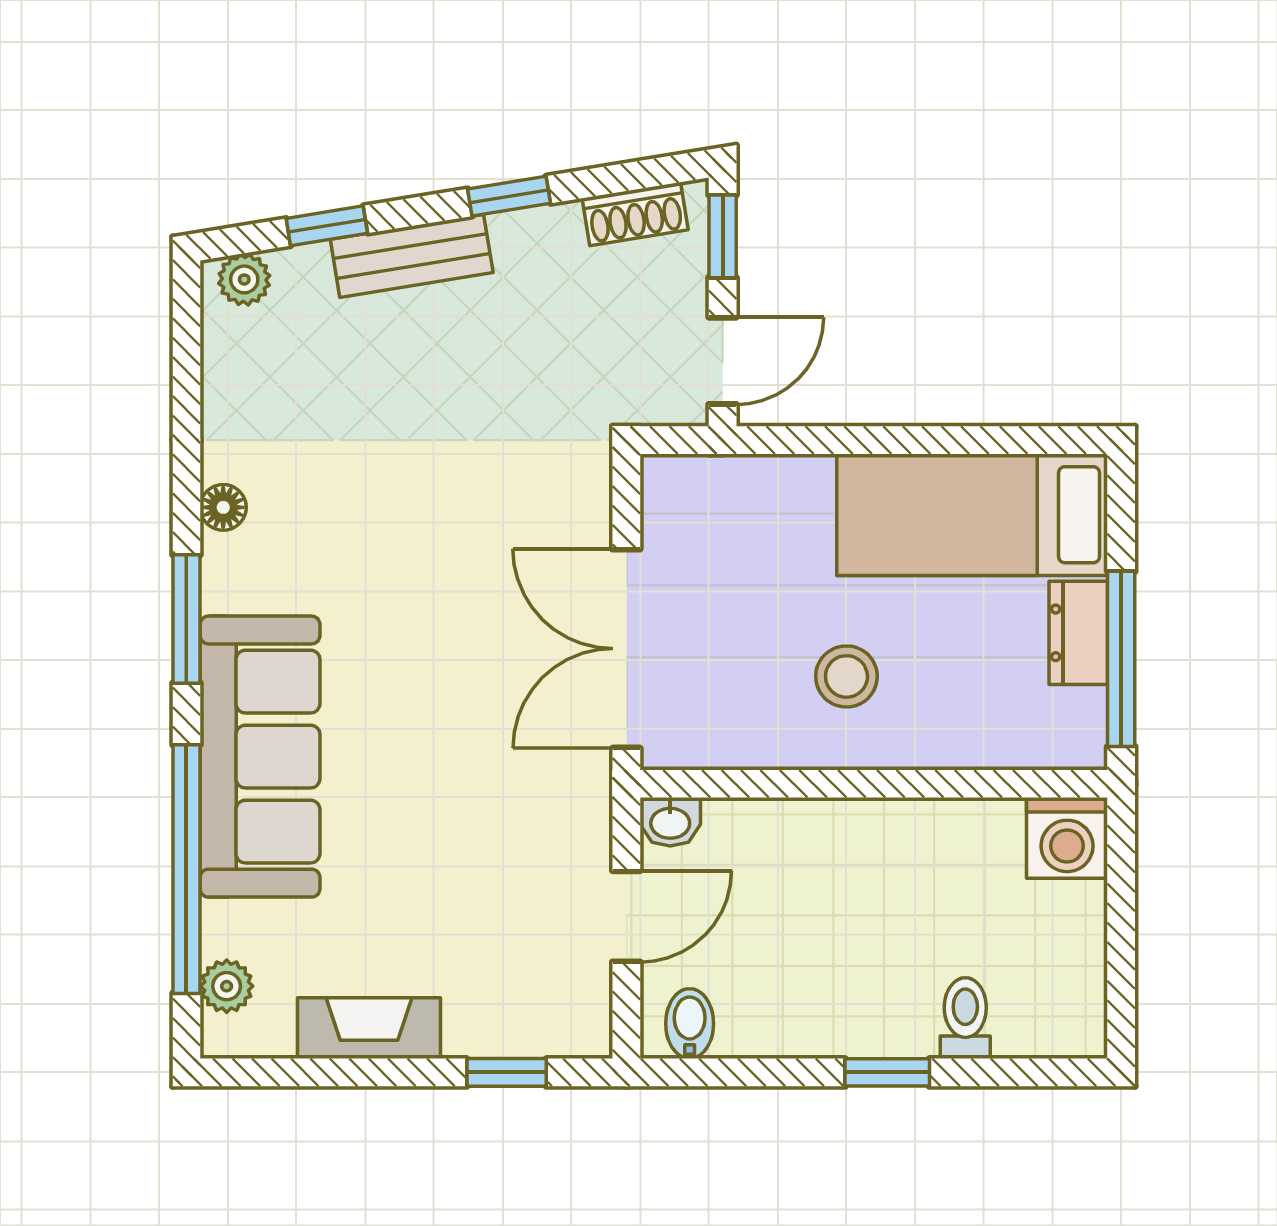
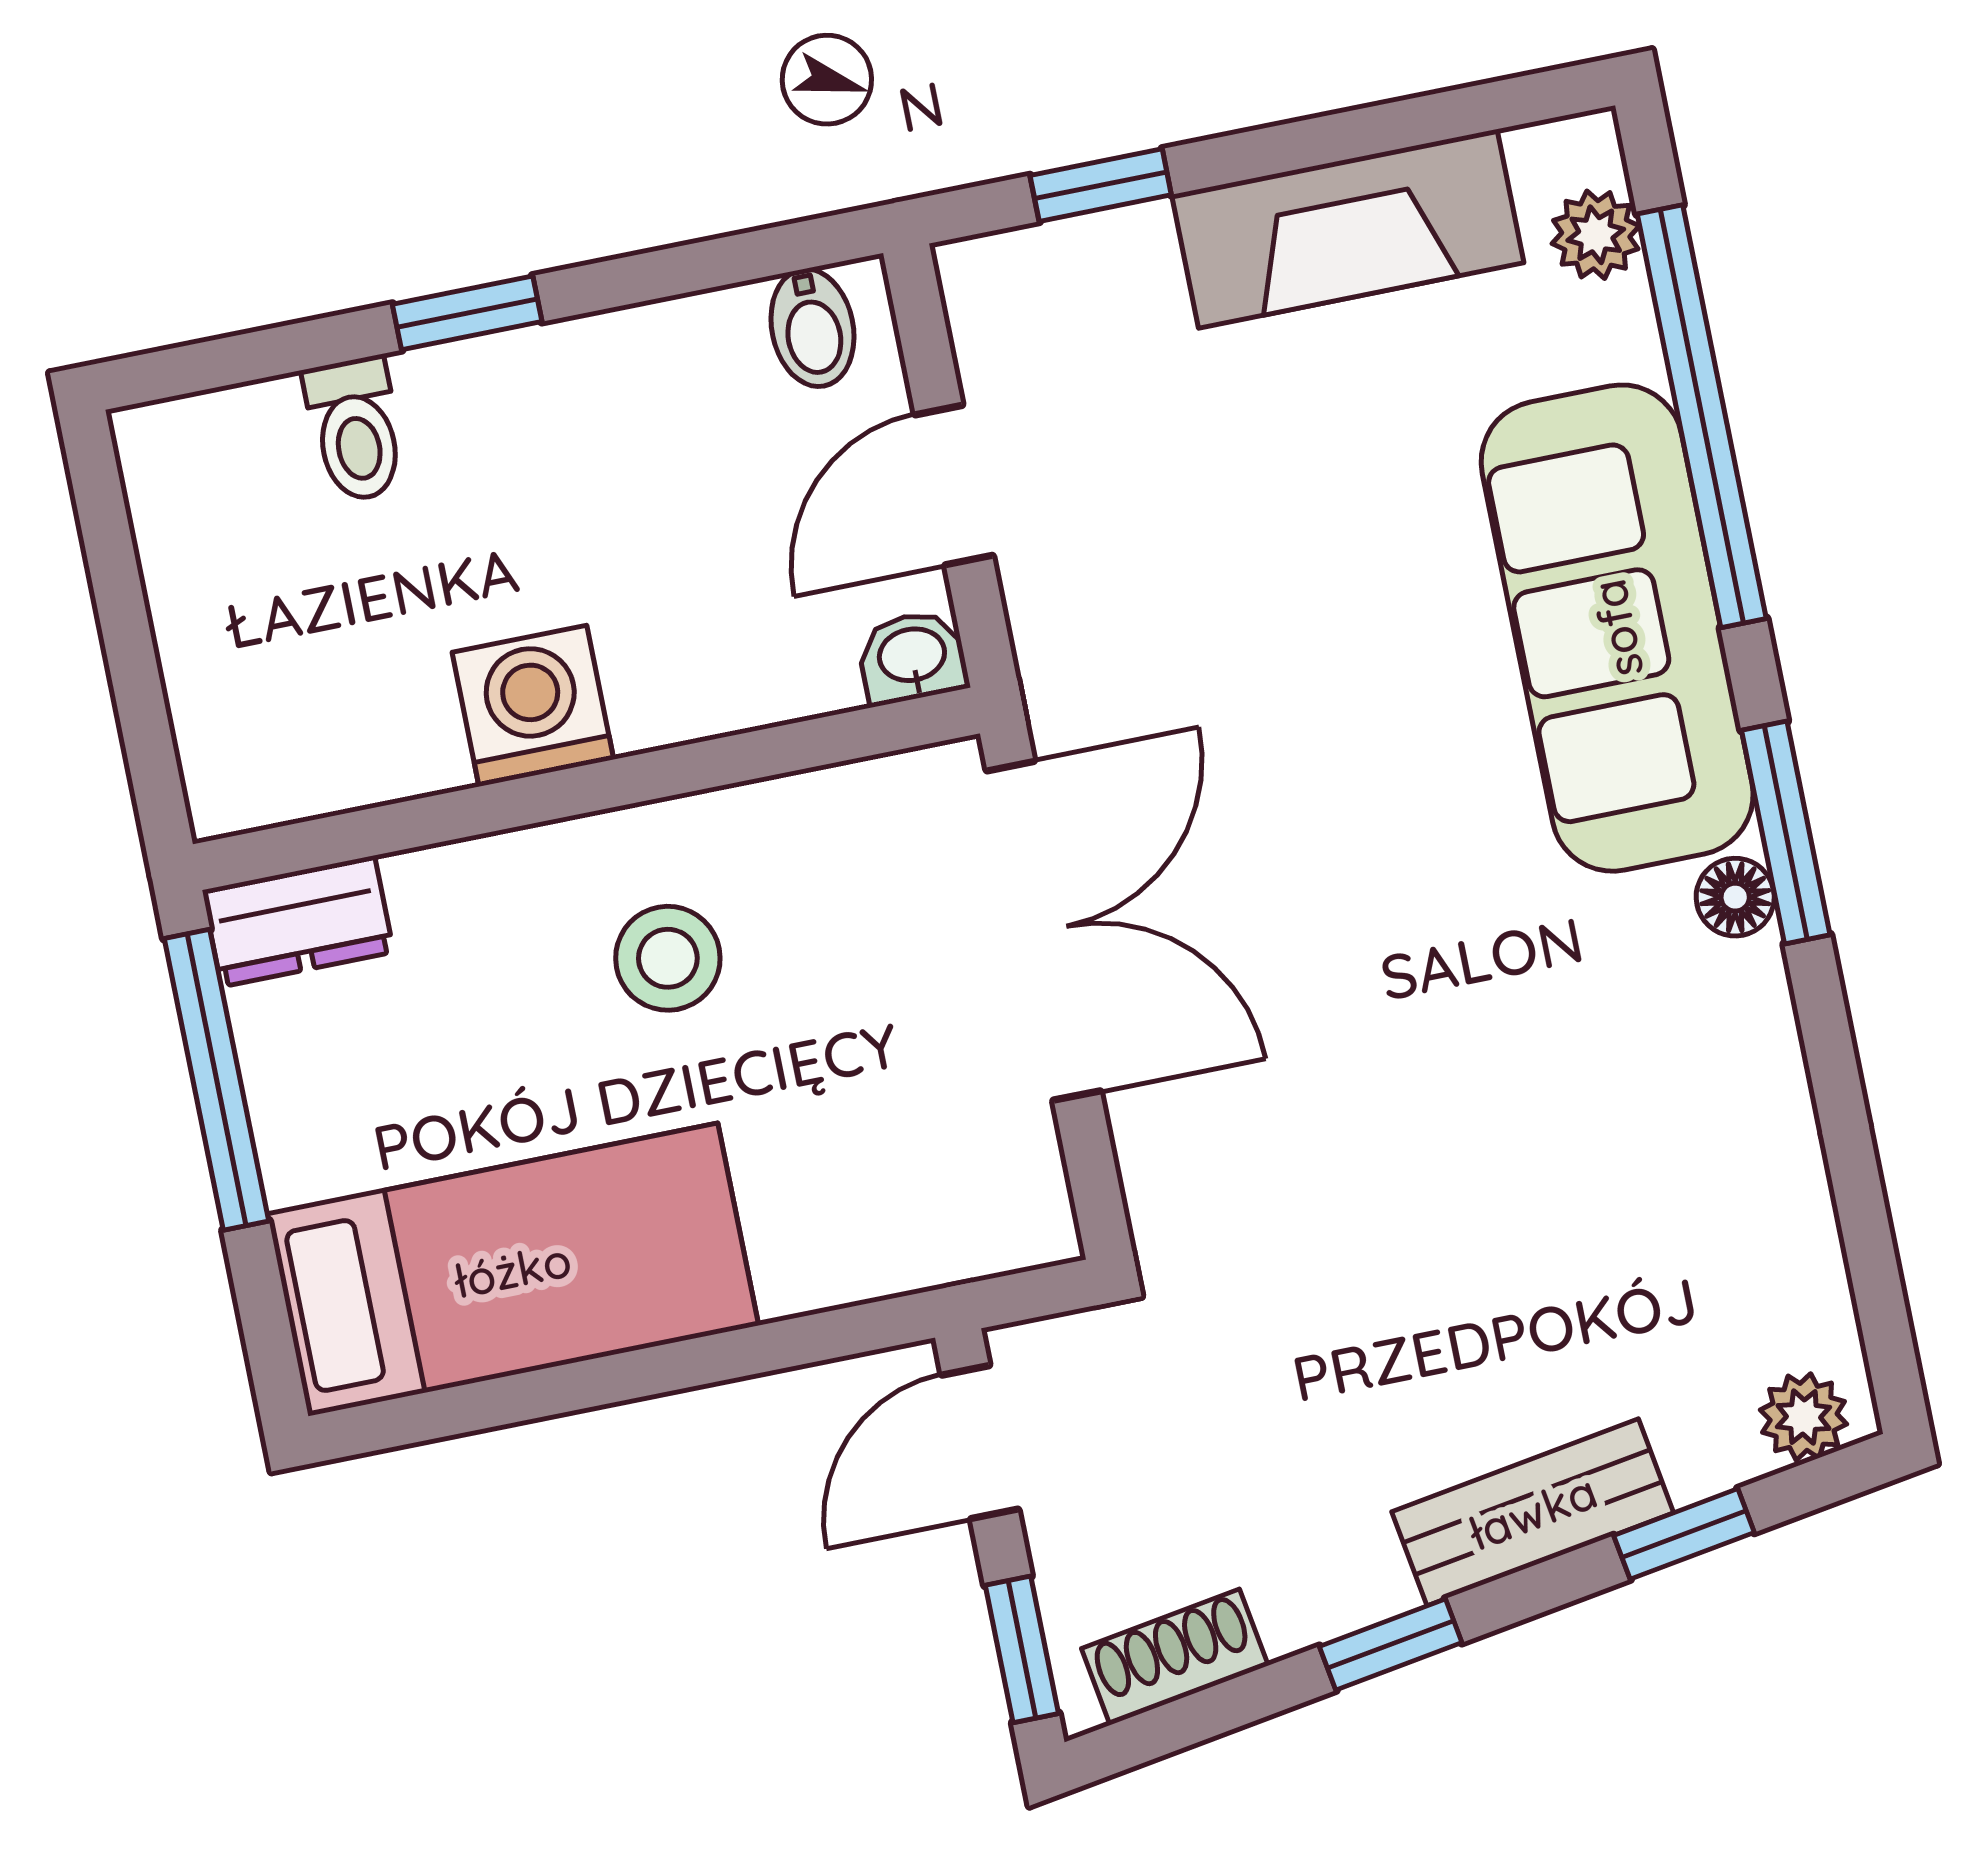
floor lamp: (223, 507) -> (1735, 897), moved
dresser: (1078, 633) -> (298, 921), moved, turned 90
washing machine: (1067, 838) -> (533, 706), moved
fireplace: (369, 1028) -> (1348, 229), width x1.37, depth x1.32

